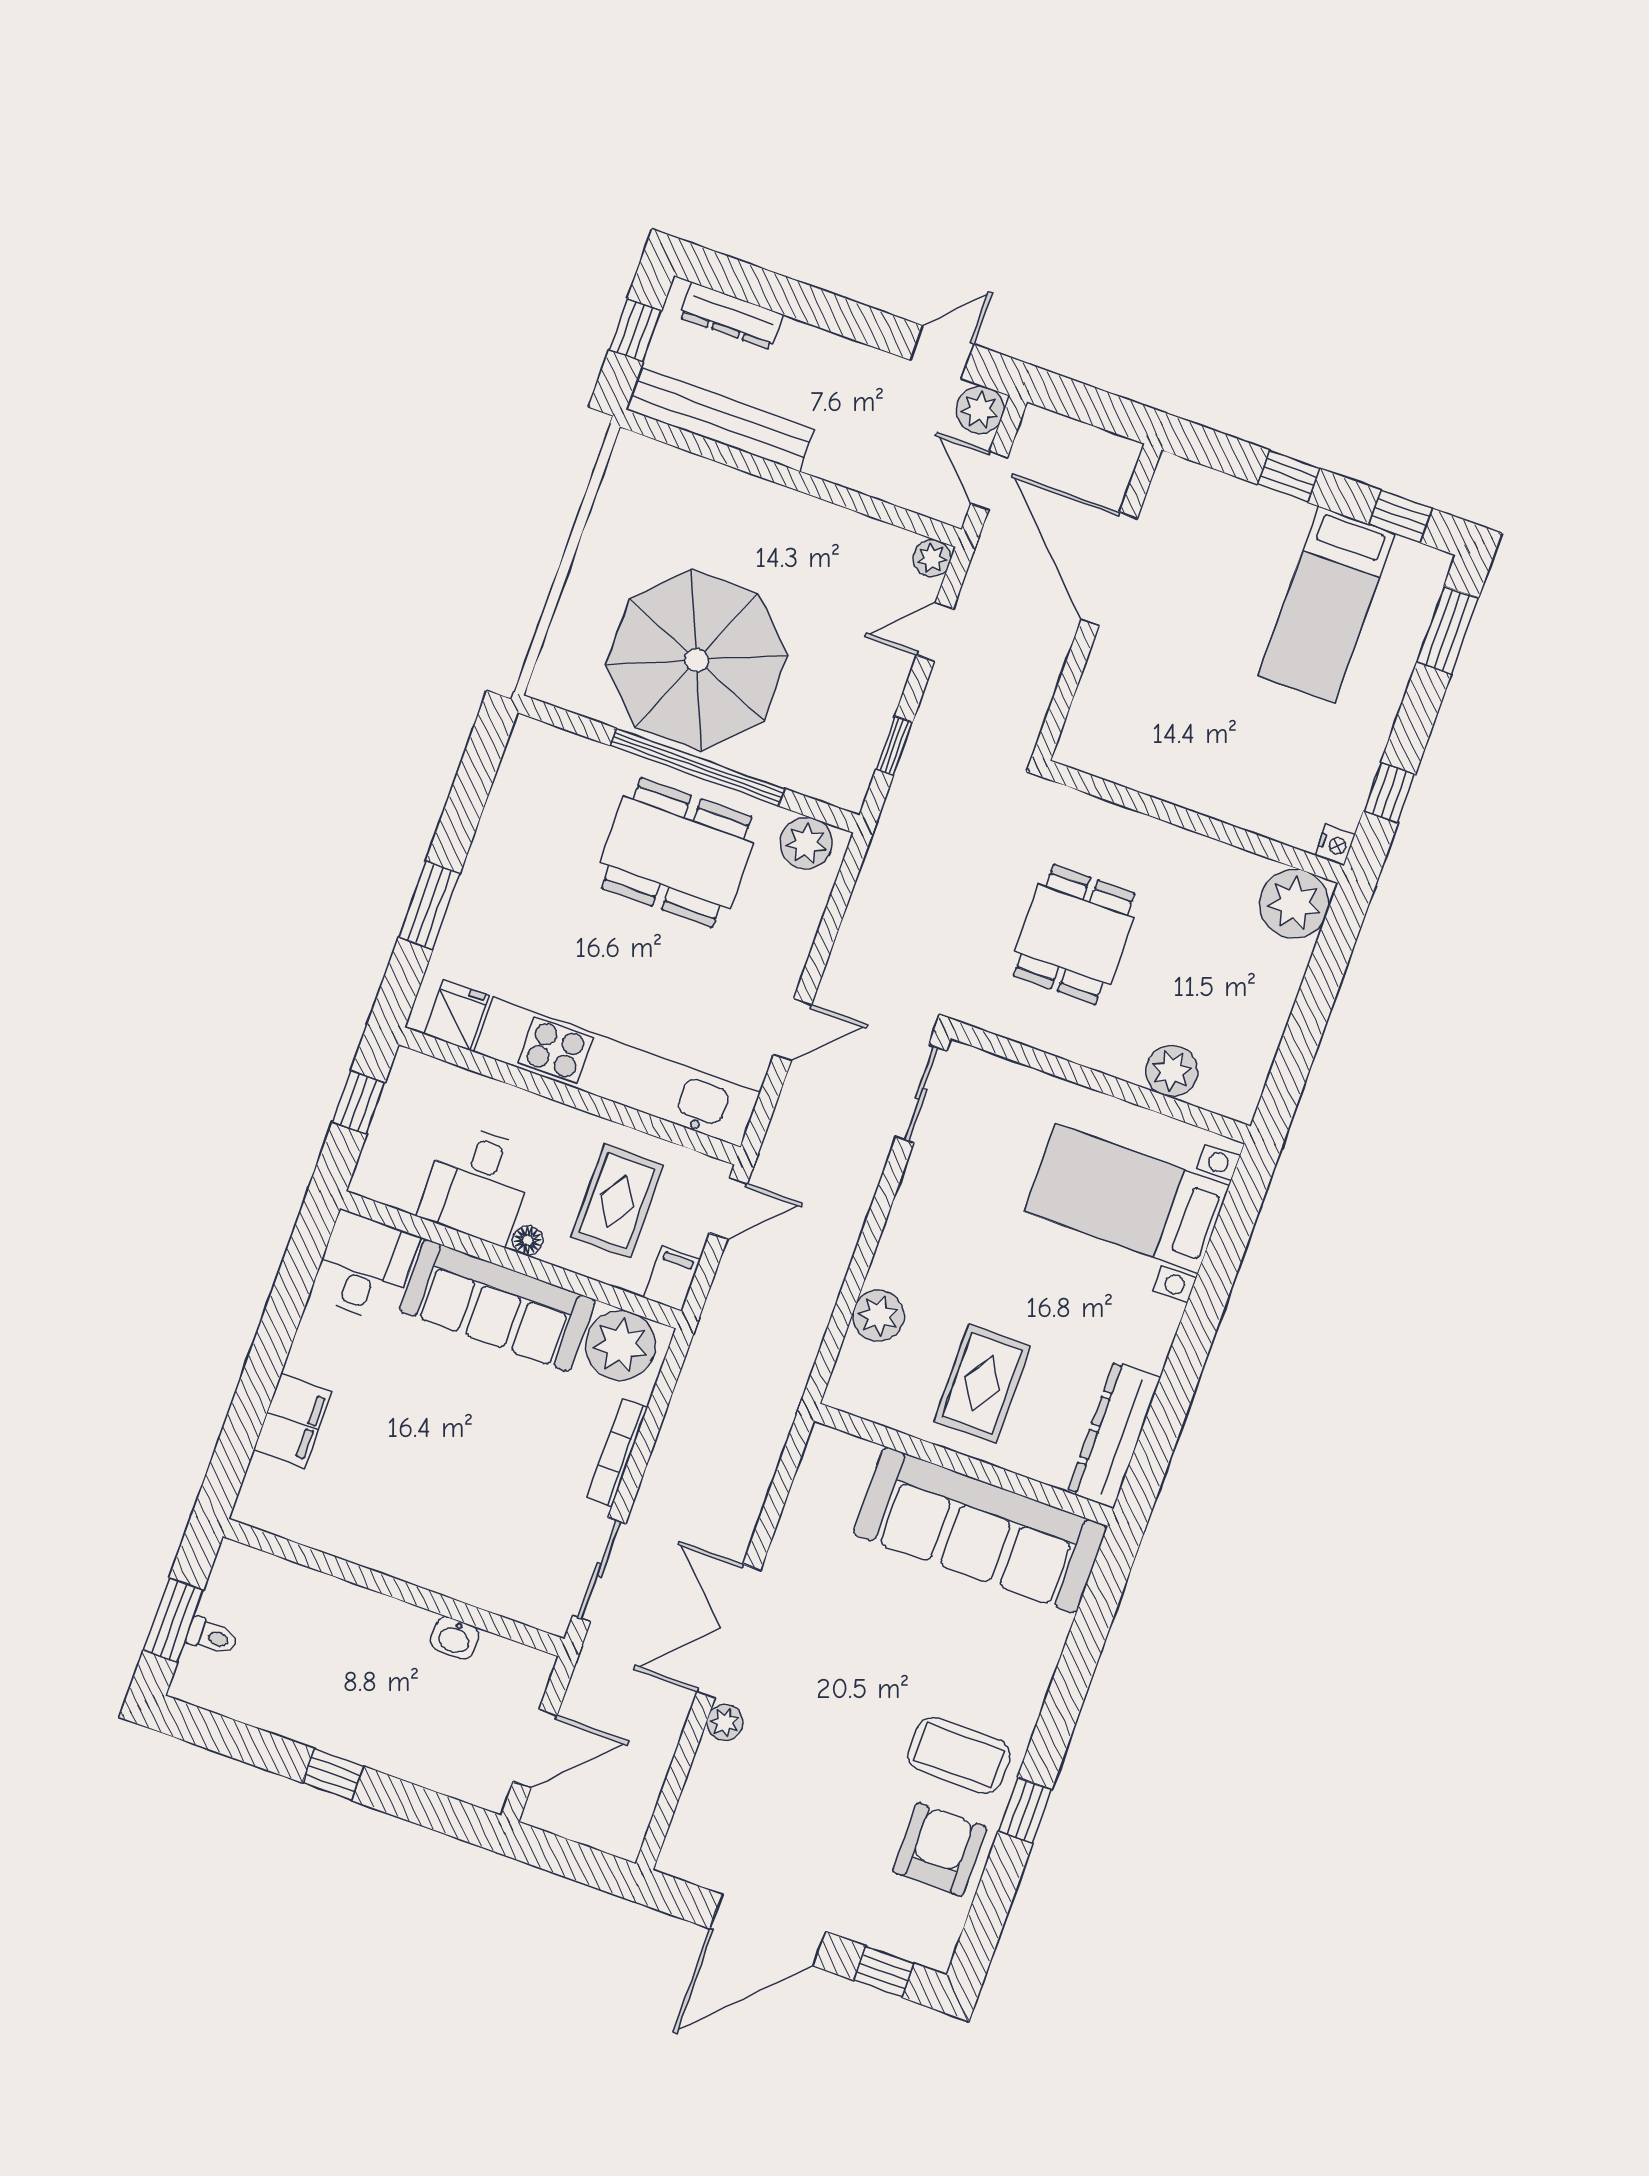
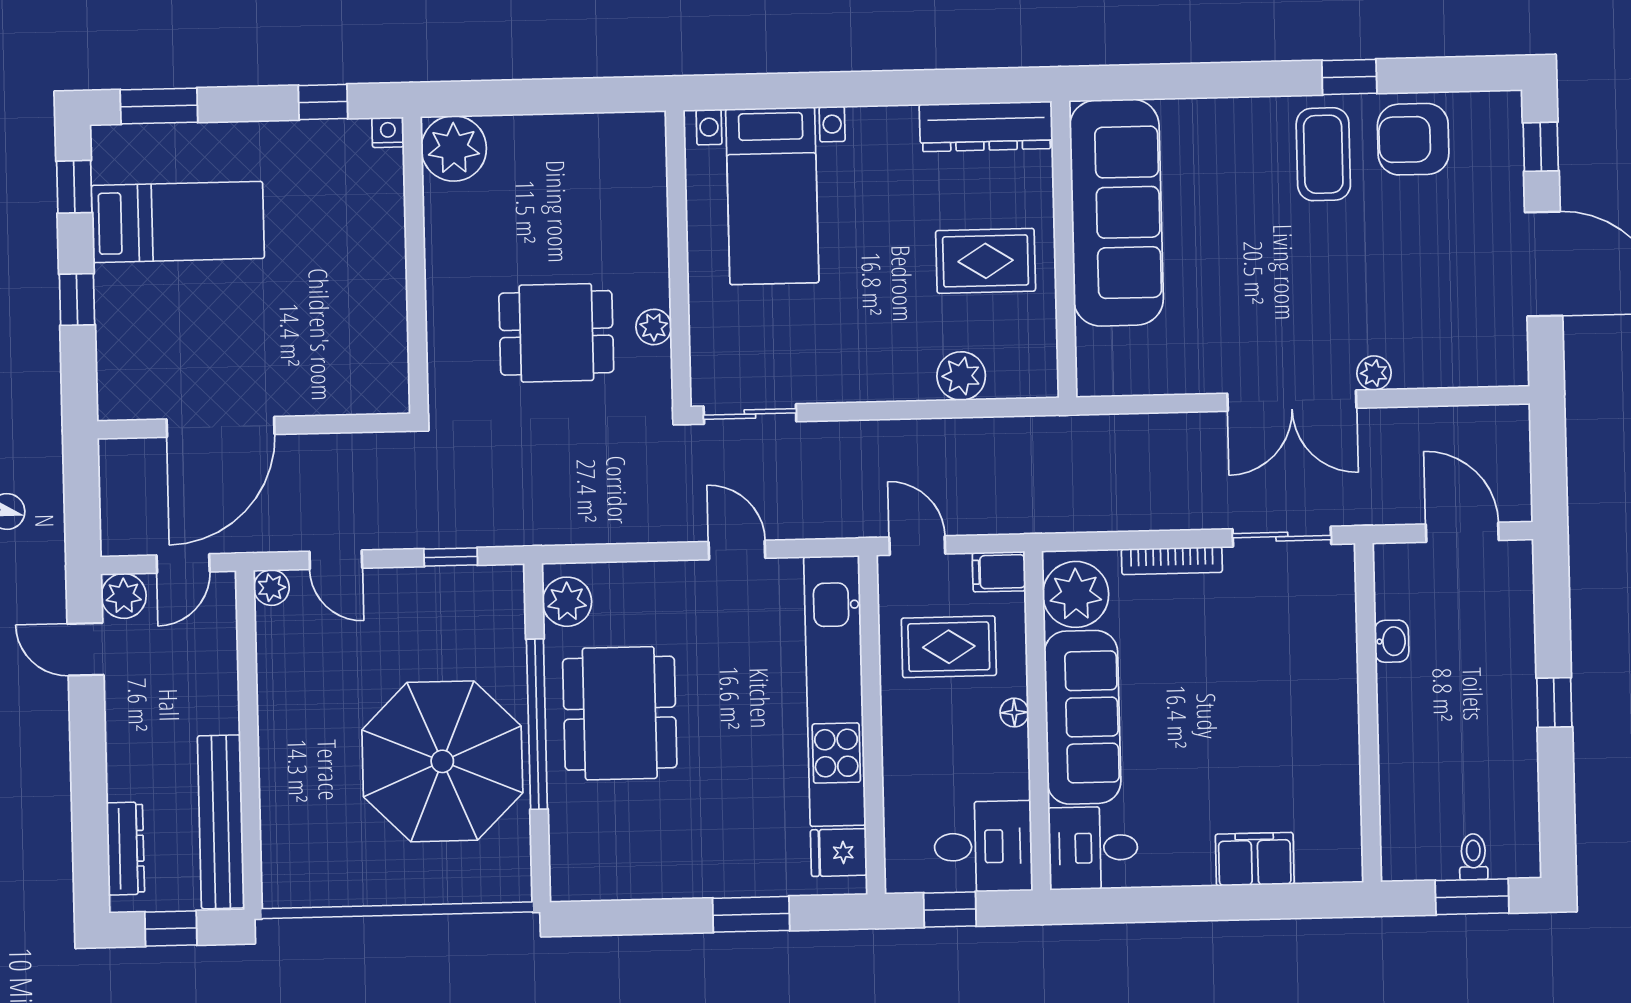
plant: (1172, 1071) -> (654, 327), moved, width x0.73, depth x0.73
desk: (478, 1184) -> (983, 847), moved

